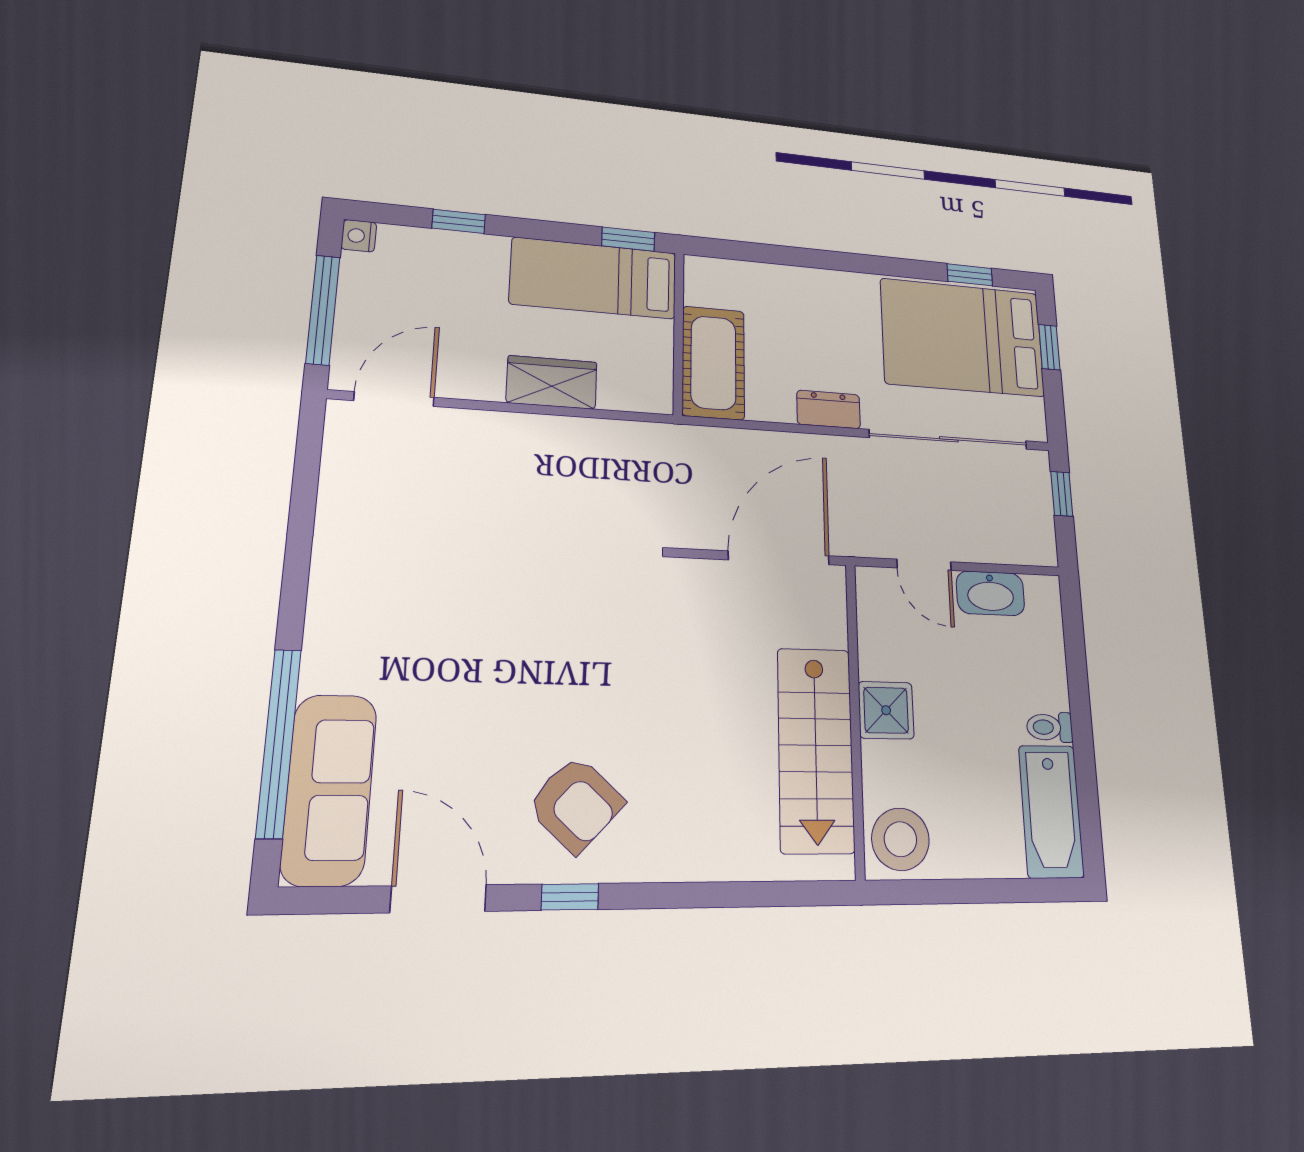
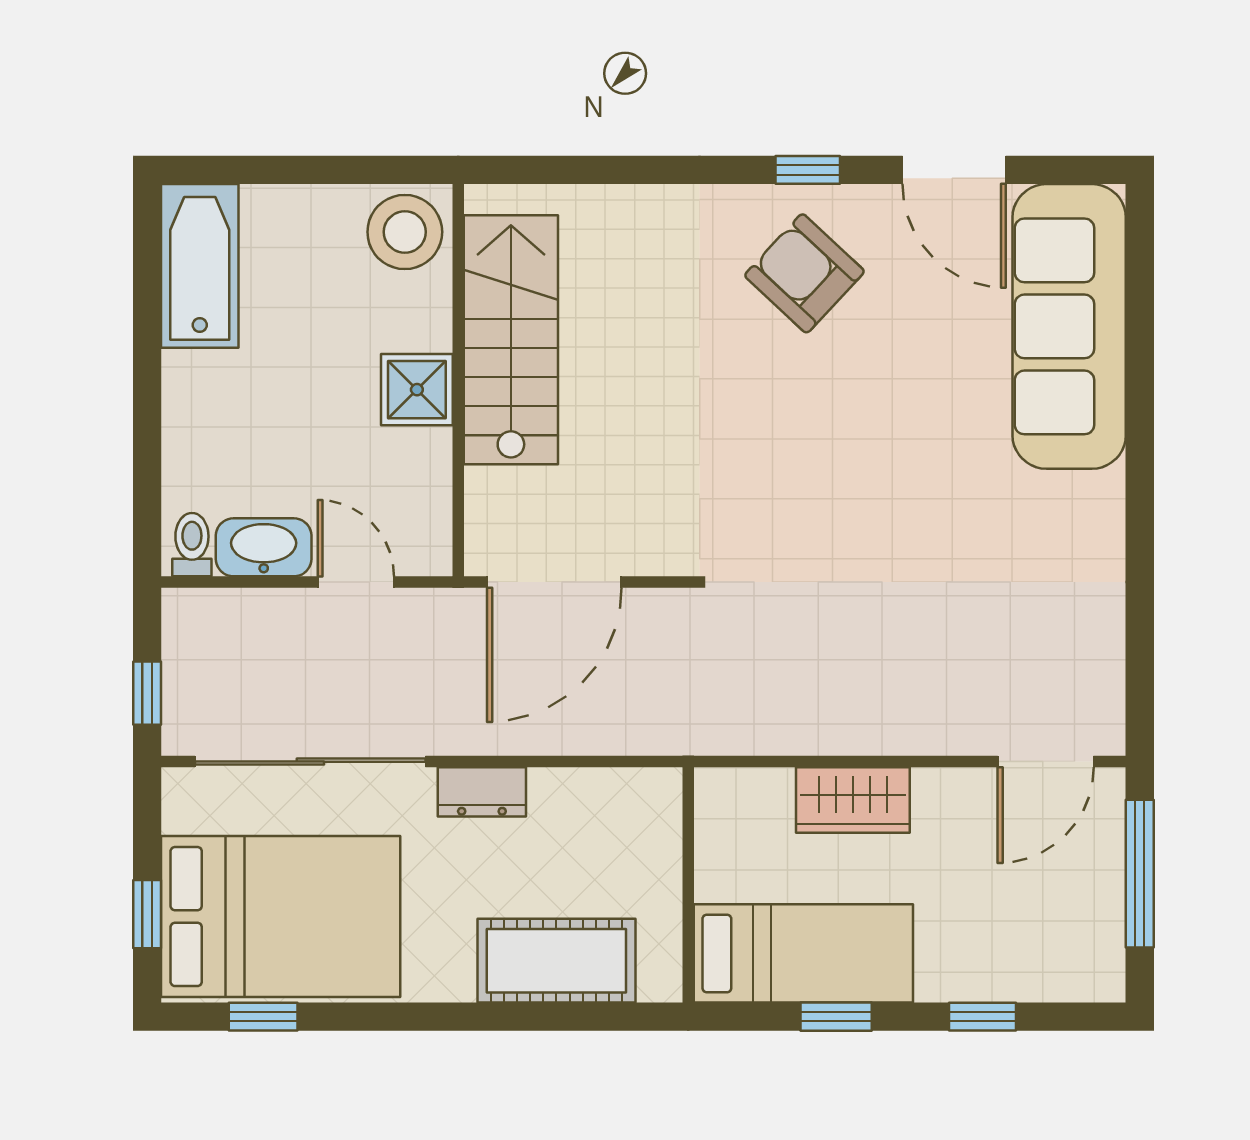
nightstand: (359, 236) -> (1105, 981), removed
window: (628, 239) -> (836, 1017), moved
cot: (713, 363) -> (556, 961), moved, turned 90
toilet: (1050, 727) -> (192, 545), moved, turned -90
window: (279, 743) -> (1140, 340), removed
sofa: (329, 789) -> (1069, 326), width x1.36, depth x1.27

